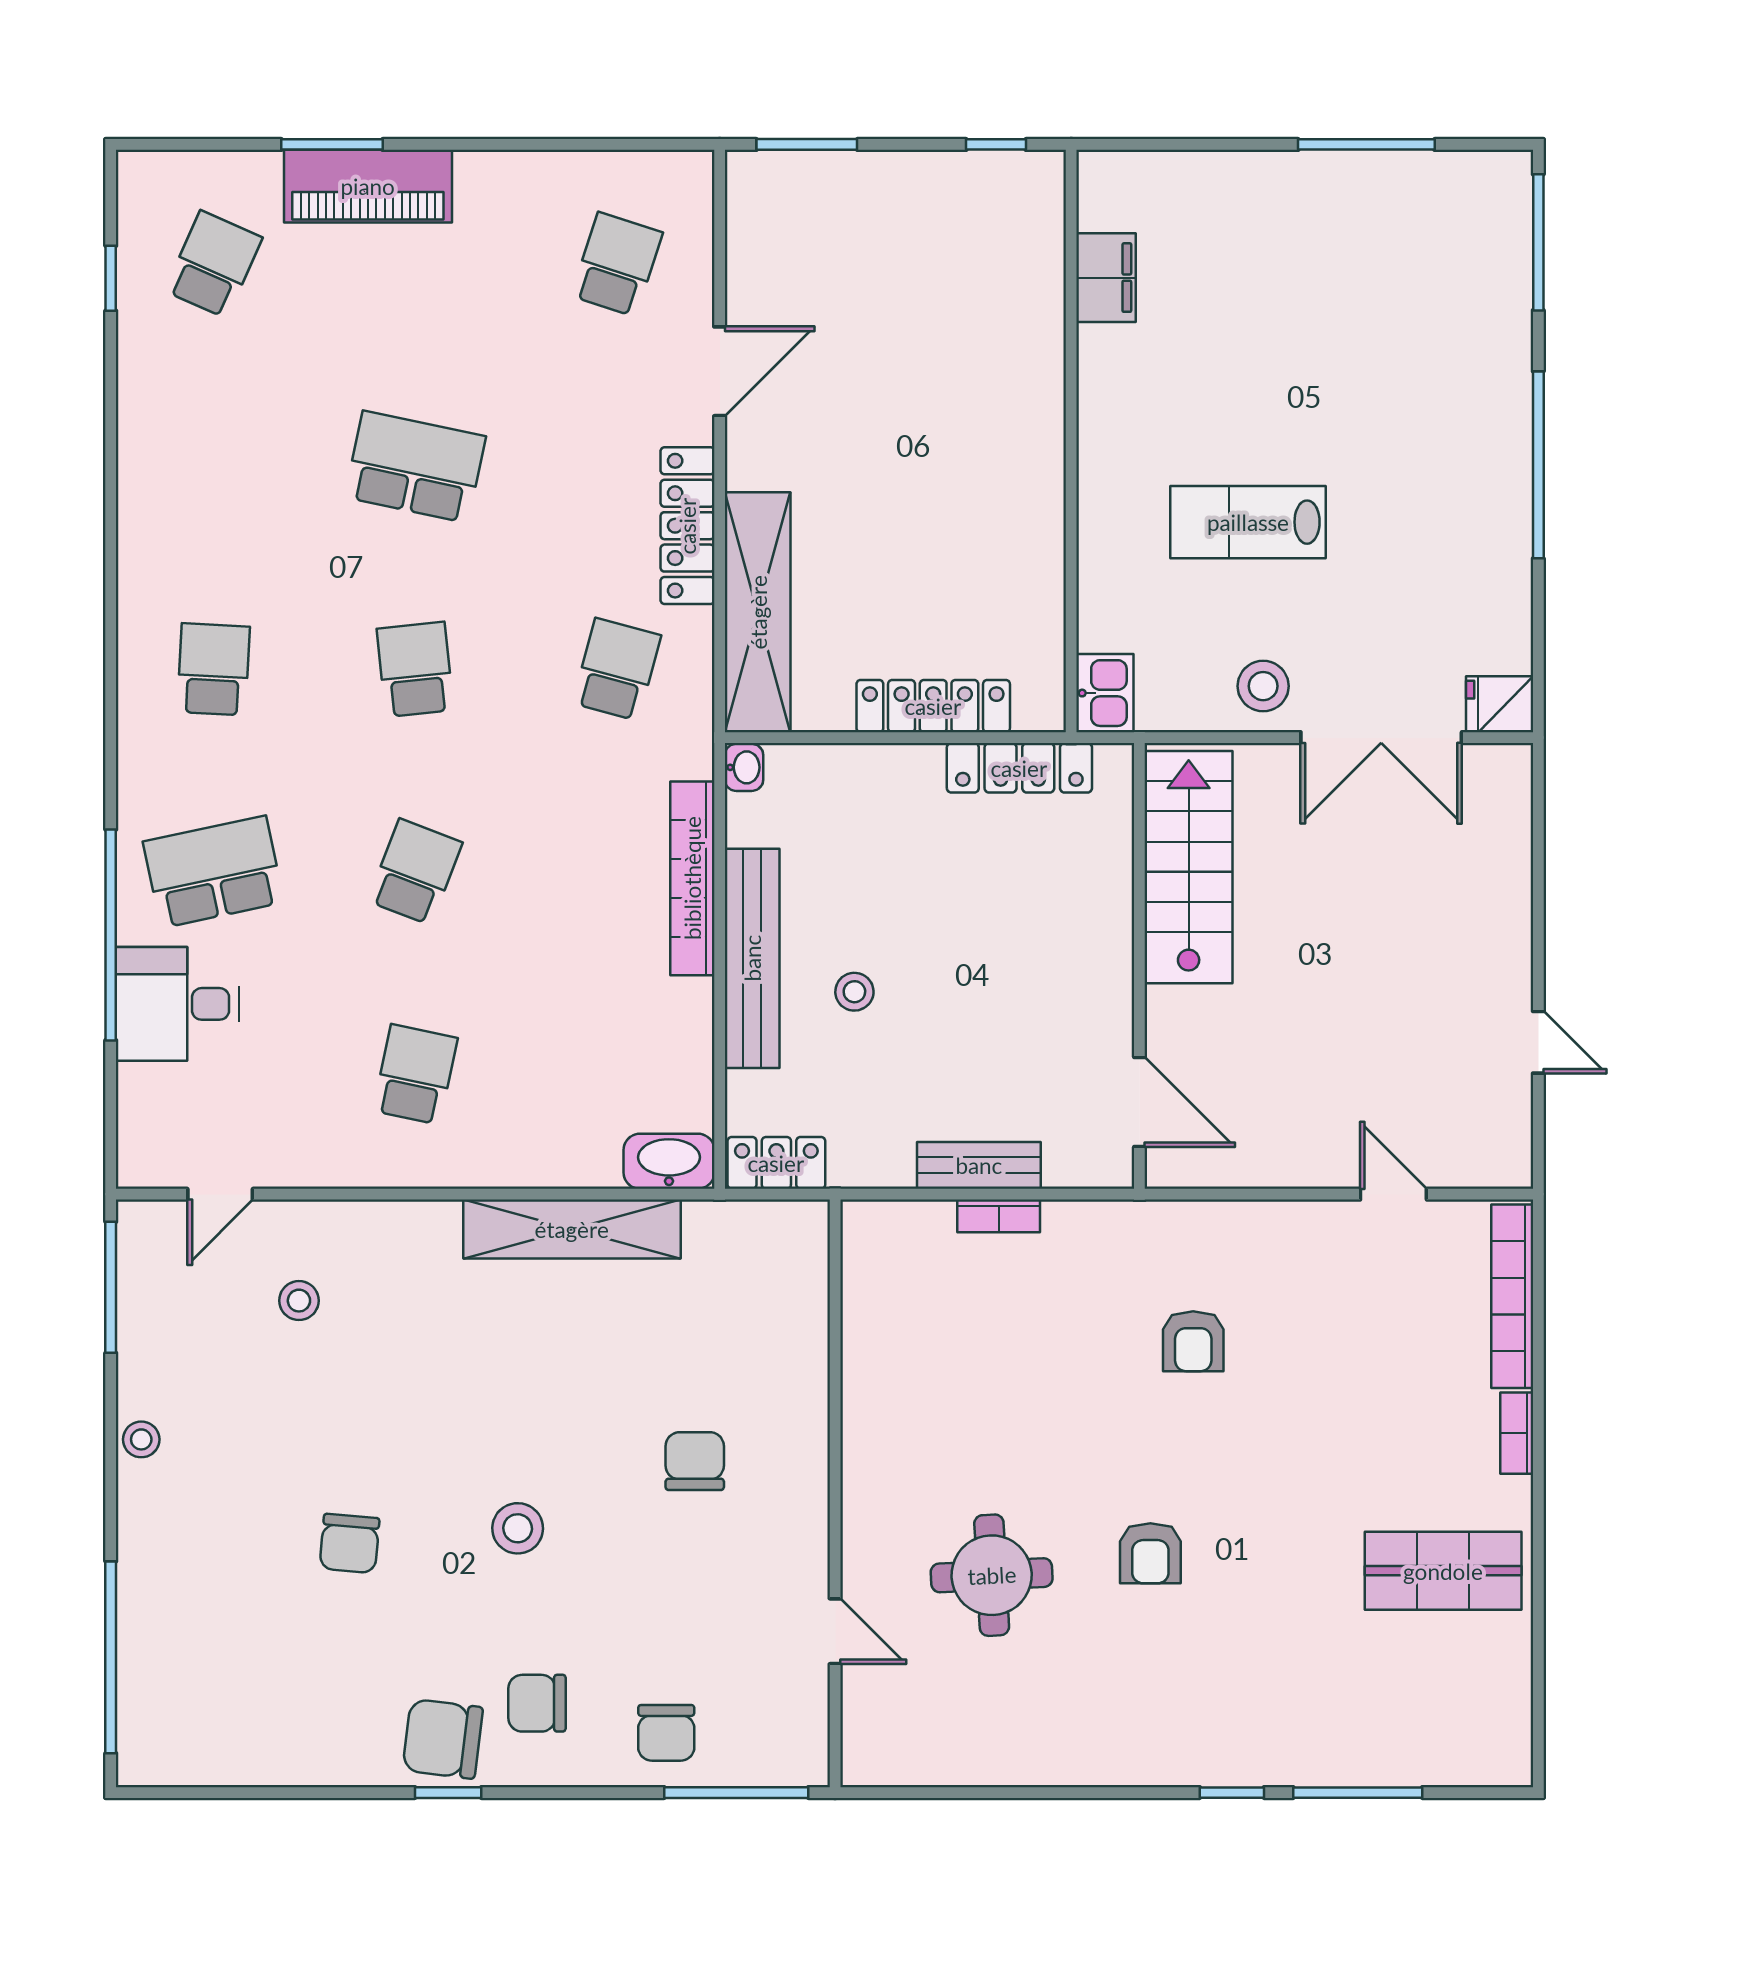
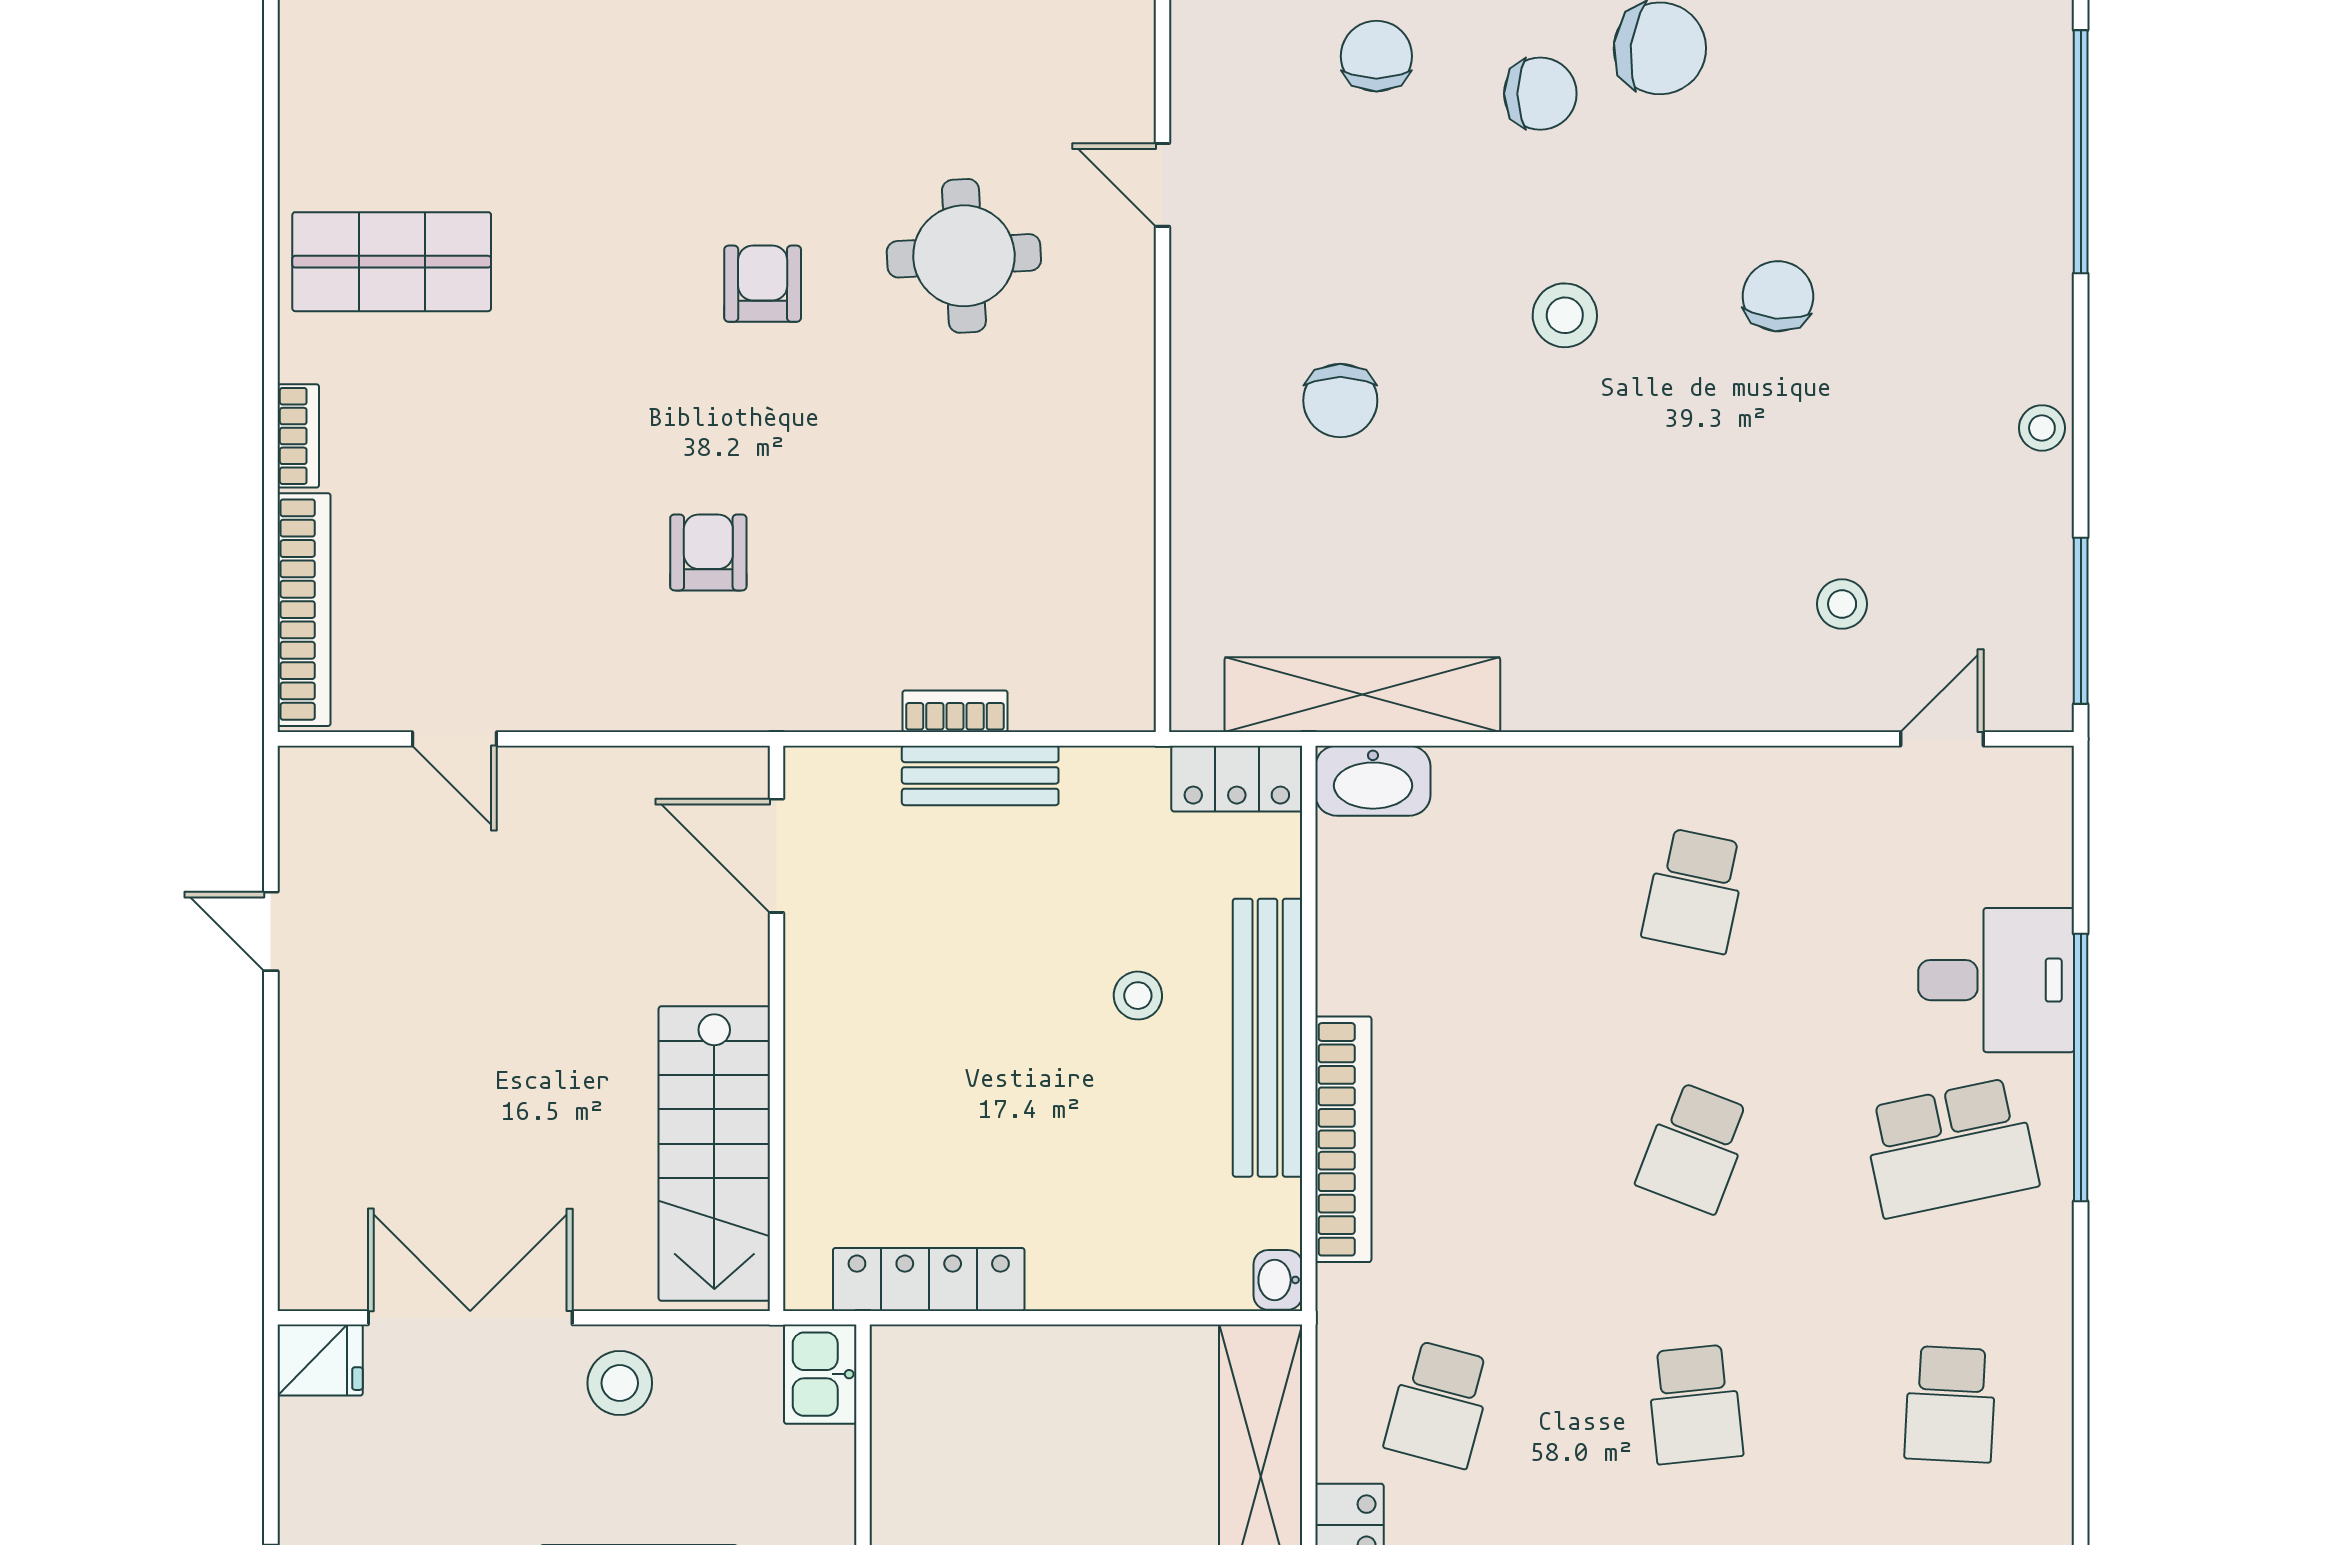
locker: (933, 706) -> (1038, 1358), removed
shelving: (572, 1229) -> (1362, 695), moved

